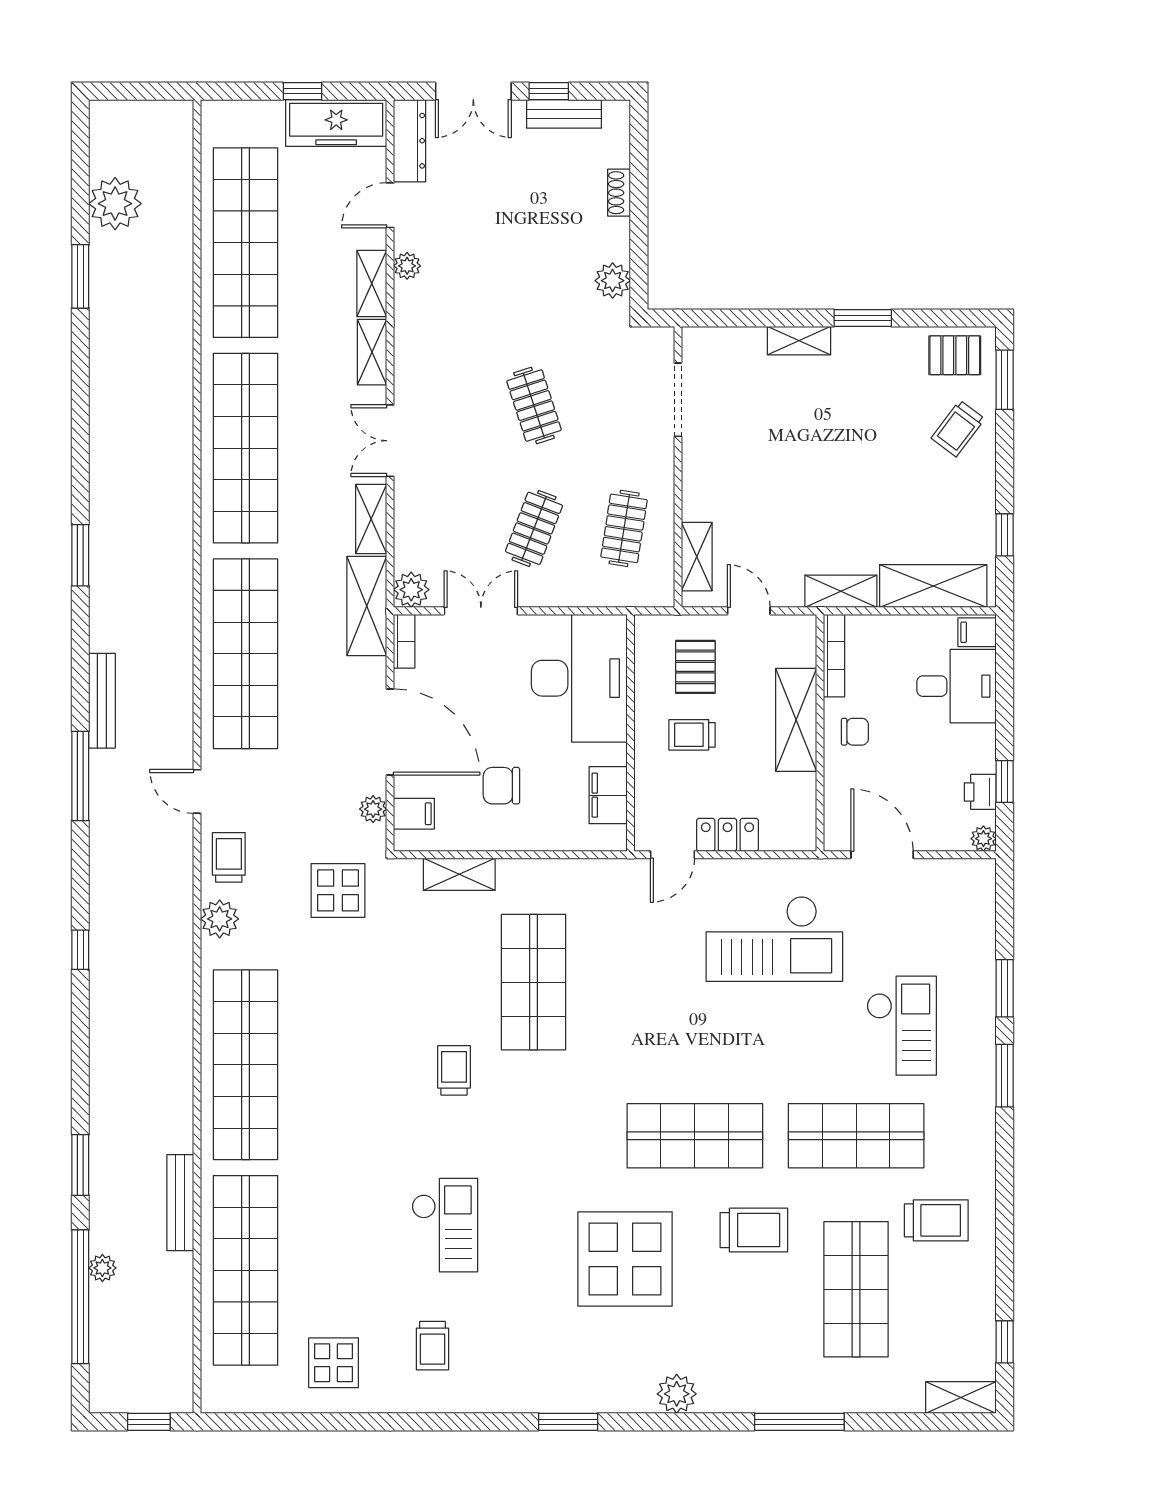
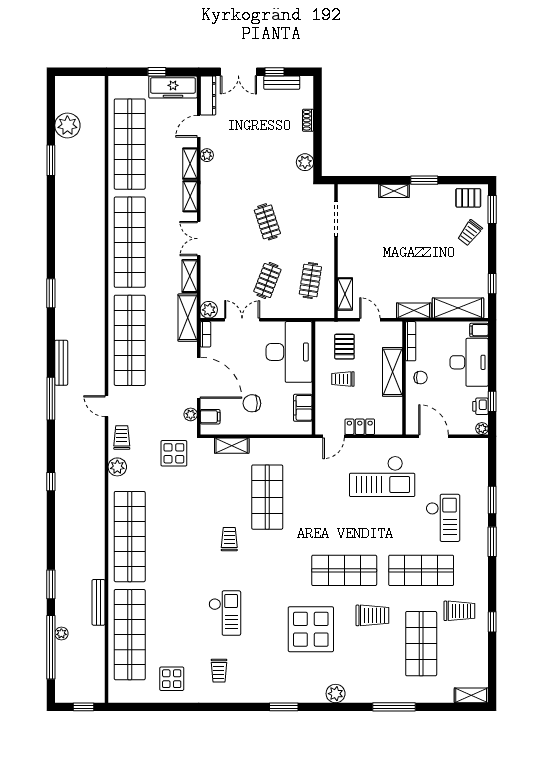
desk: (957, 686) -> (469, 362), width x1.37
window: (1005, 1342) -> (492, 622), moved

